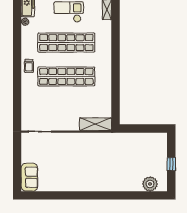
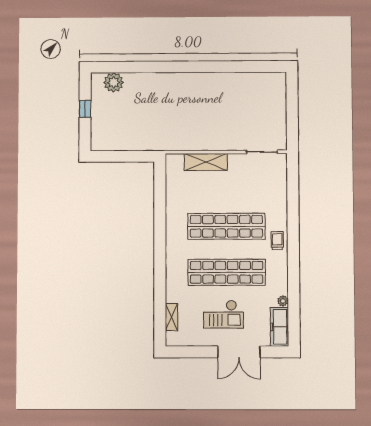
shelving: (96, 124) -> (206, 162), moved
sofa: (29, 177) -> (276, 91), removed

